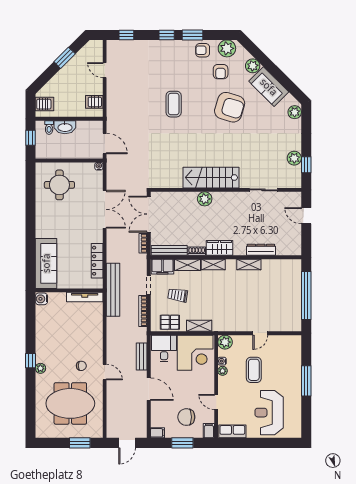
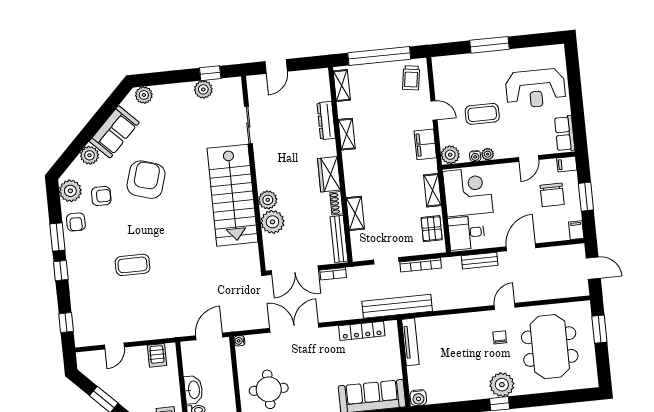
coffee table: (174, 104) -> (133, 265), moved
stairs: (211, 178) -> (232, 195), width x1.36, depth x1.51
plant: (187, 201) -> (272, 222), added
shelving: (213, 264) -> (342, 86), moved
filing cabinet: (162, 267) -> (425, 144), moved, turned 180
trolley: (178, 295) -> (411, 78), moved
plant: (40, 368) -> (502, 385), width x1.87, depth x1.87

